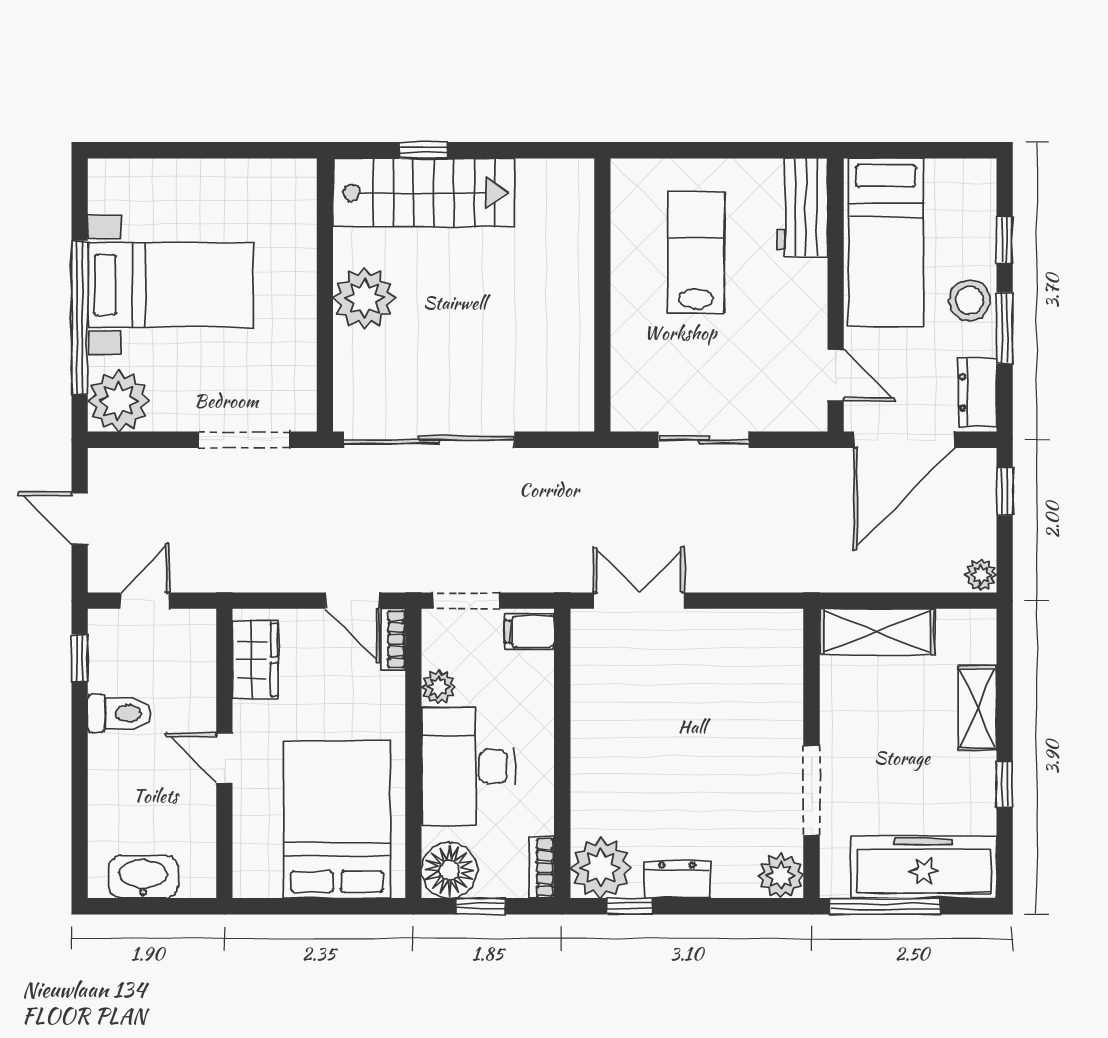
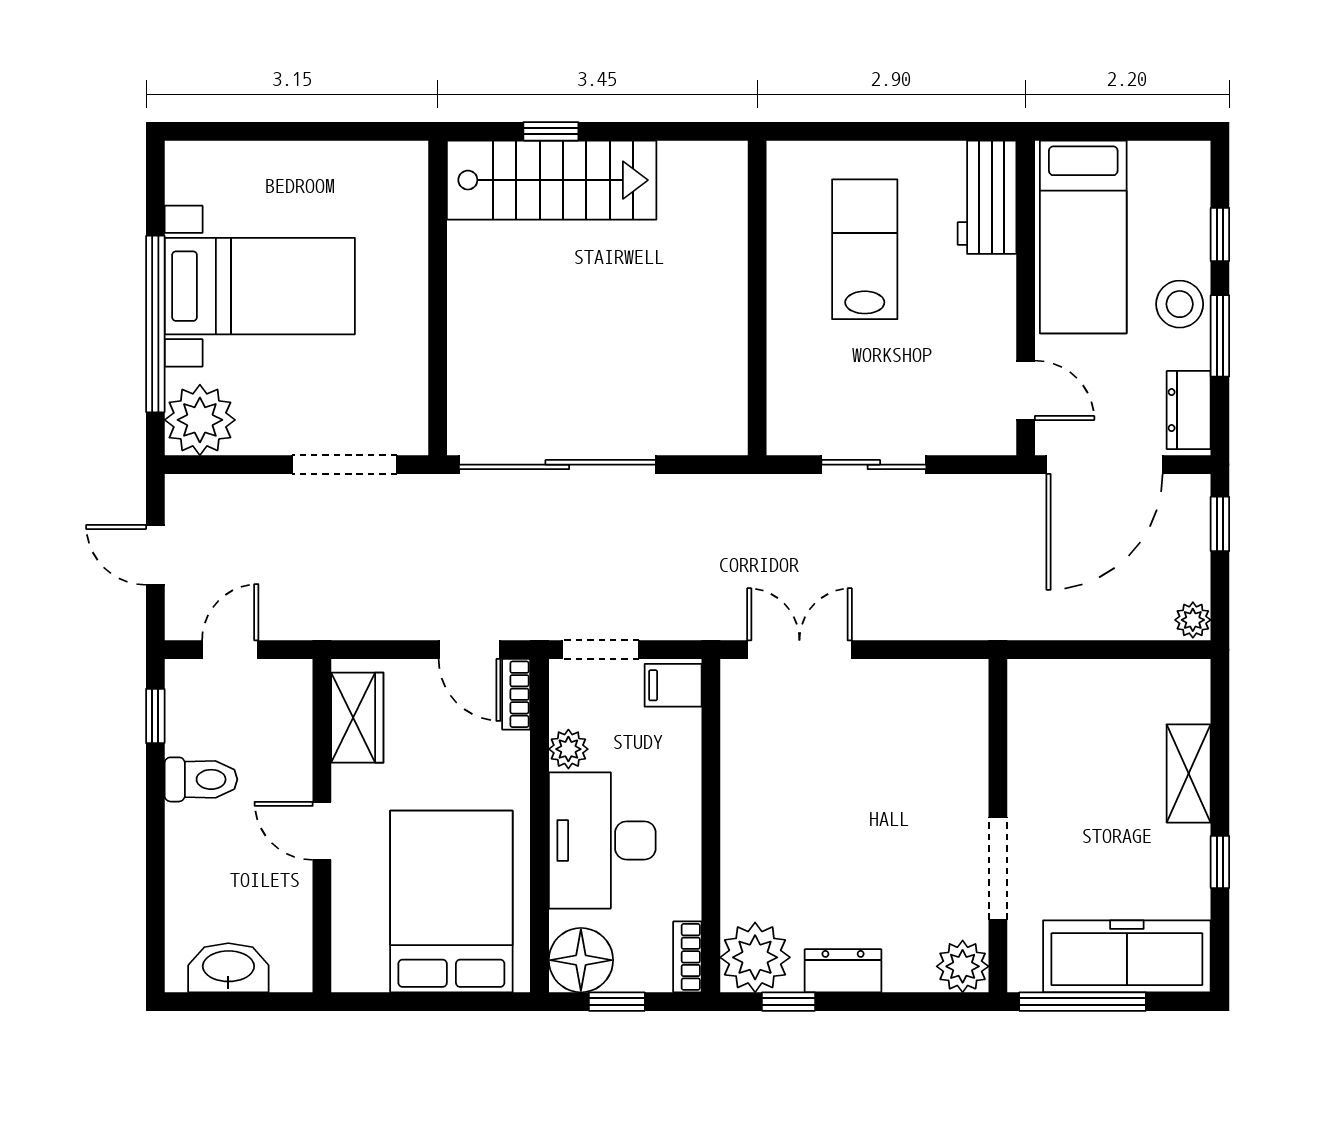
plant: (364, 298) -> (483, 302), removed
shelving: (877, 632) -> (1073, 685), removed

